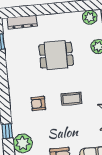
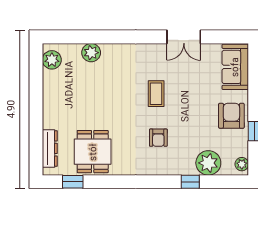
dining table: (56, 55) -> (93, 152), moved

